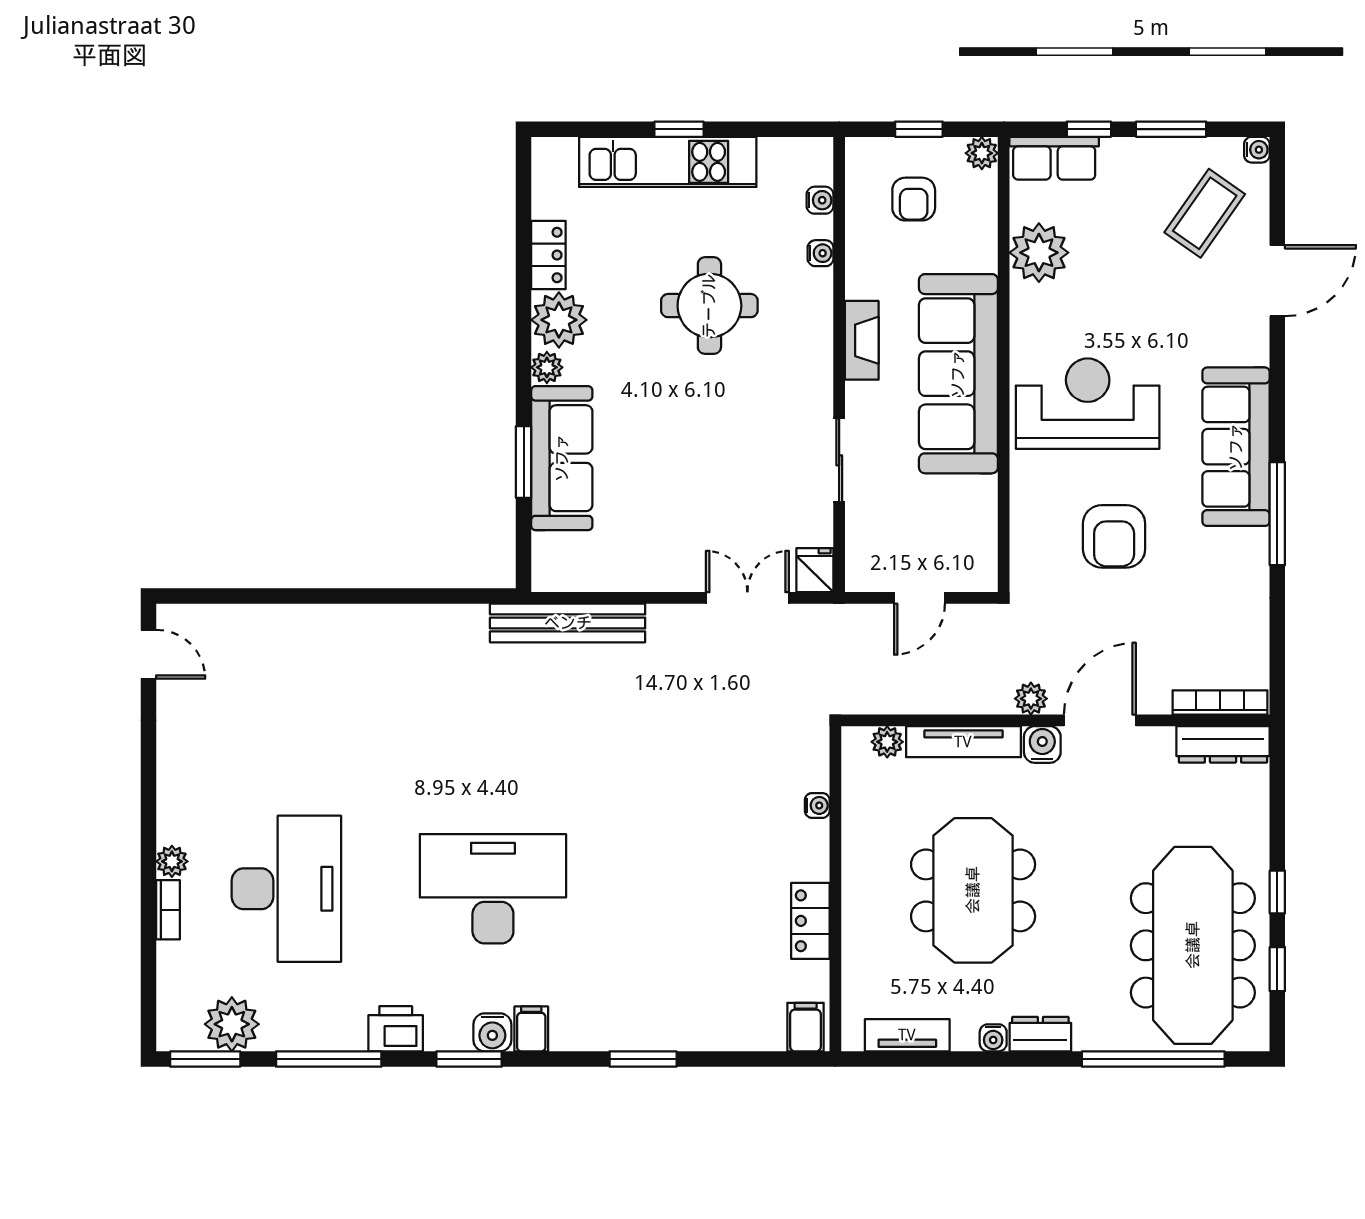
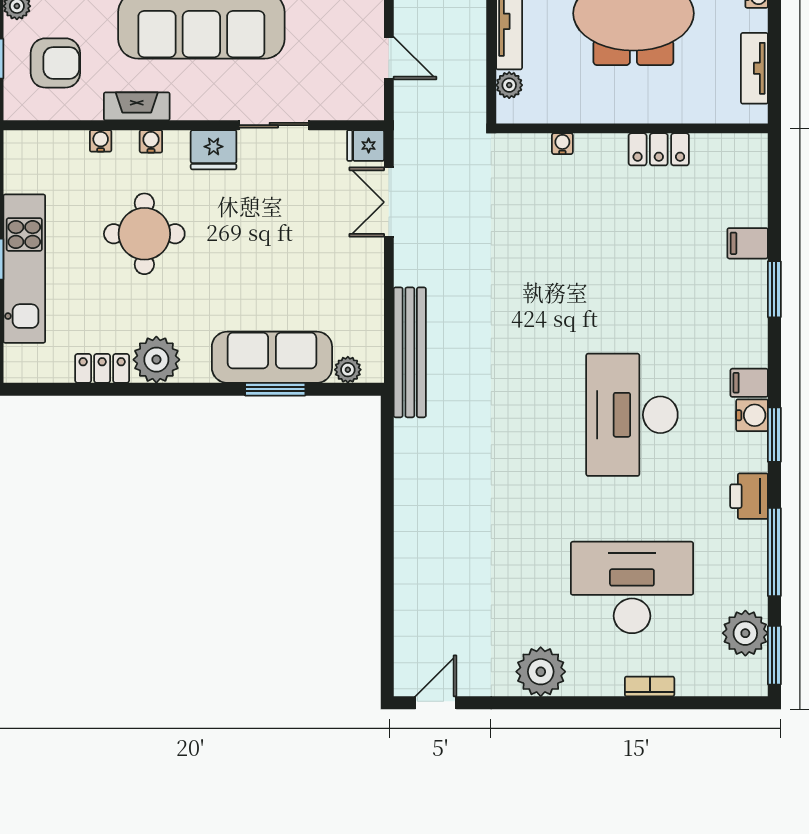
armchair: (914, 199) -> (55, 63), width x1.38, depth x1.38
water cooler: (820, 200) -> (151, 141), moved
fireplace: (862, 340) -> (137, 106), moved
plant: (547, 367) -> (348, 370), moved
fridge: (810, 388) -> (214, 150), added
plant: (172, 861) -> (541, 672), moved, width x1.87, depth x1.87
filing cabinet: (806, 1027) -> (748, 243), moved

